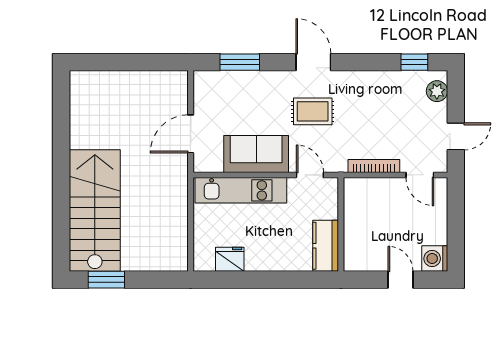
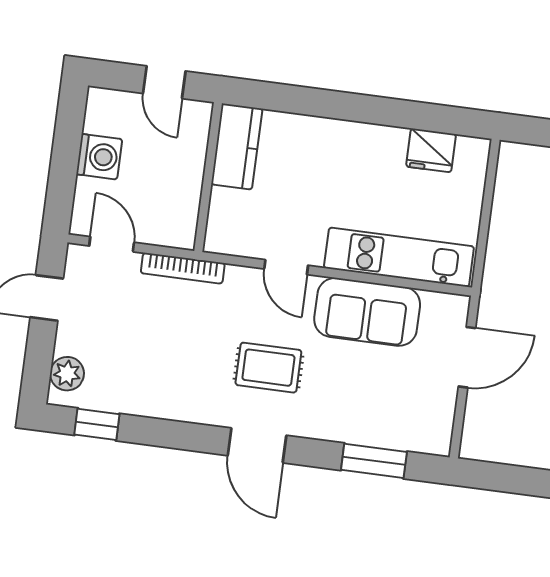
wall: (341, 224) -> (208, 177), moved
kitchen counter: (326, 246) -> (237, 146), moved
washing machine: (435, 259) -> (99, 157), moved

